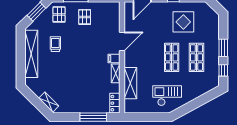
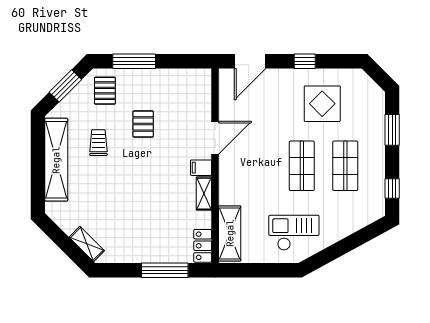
pallet: (85, 17) -> (143, 124), moved
window: (223, 48) -> (392, 130), moved
shelving: (130, 83) -> (230, 233), moved

